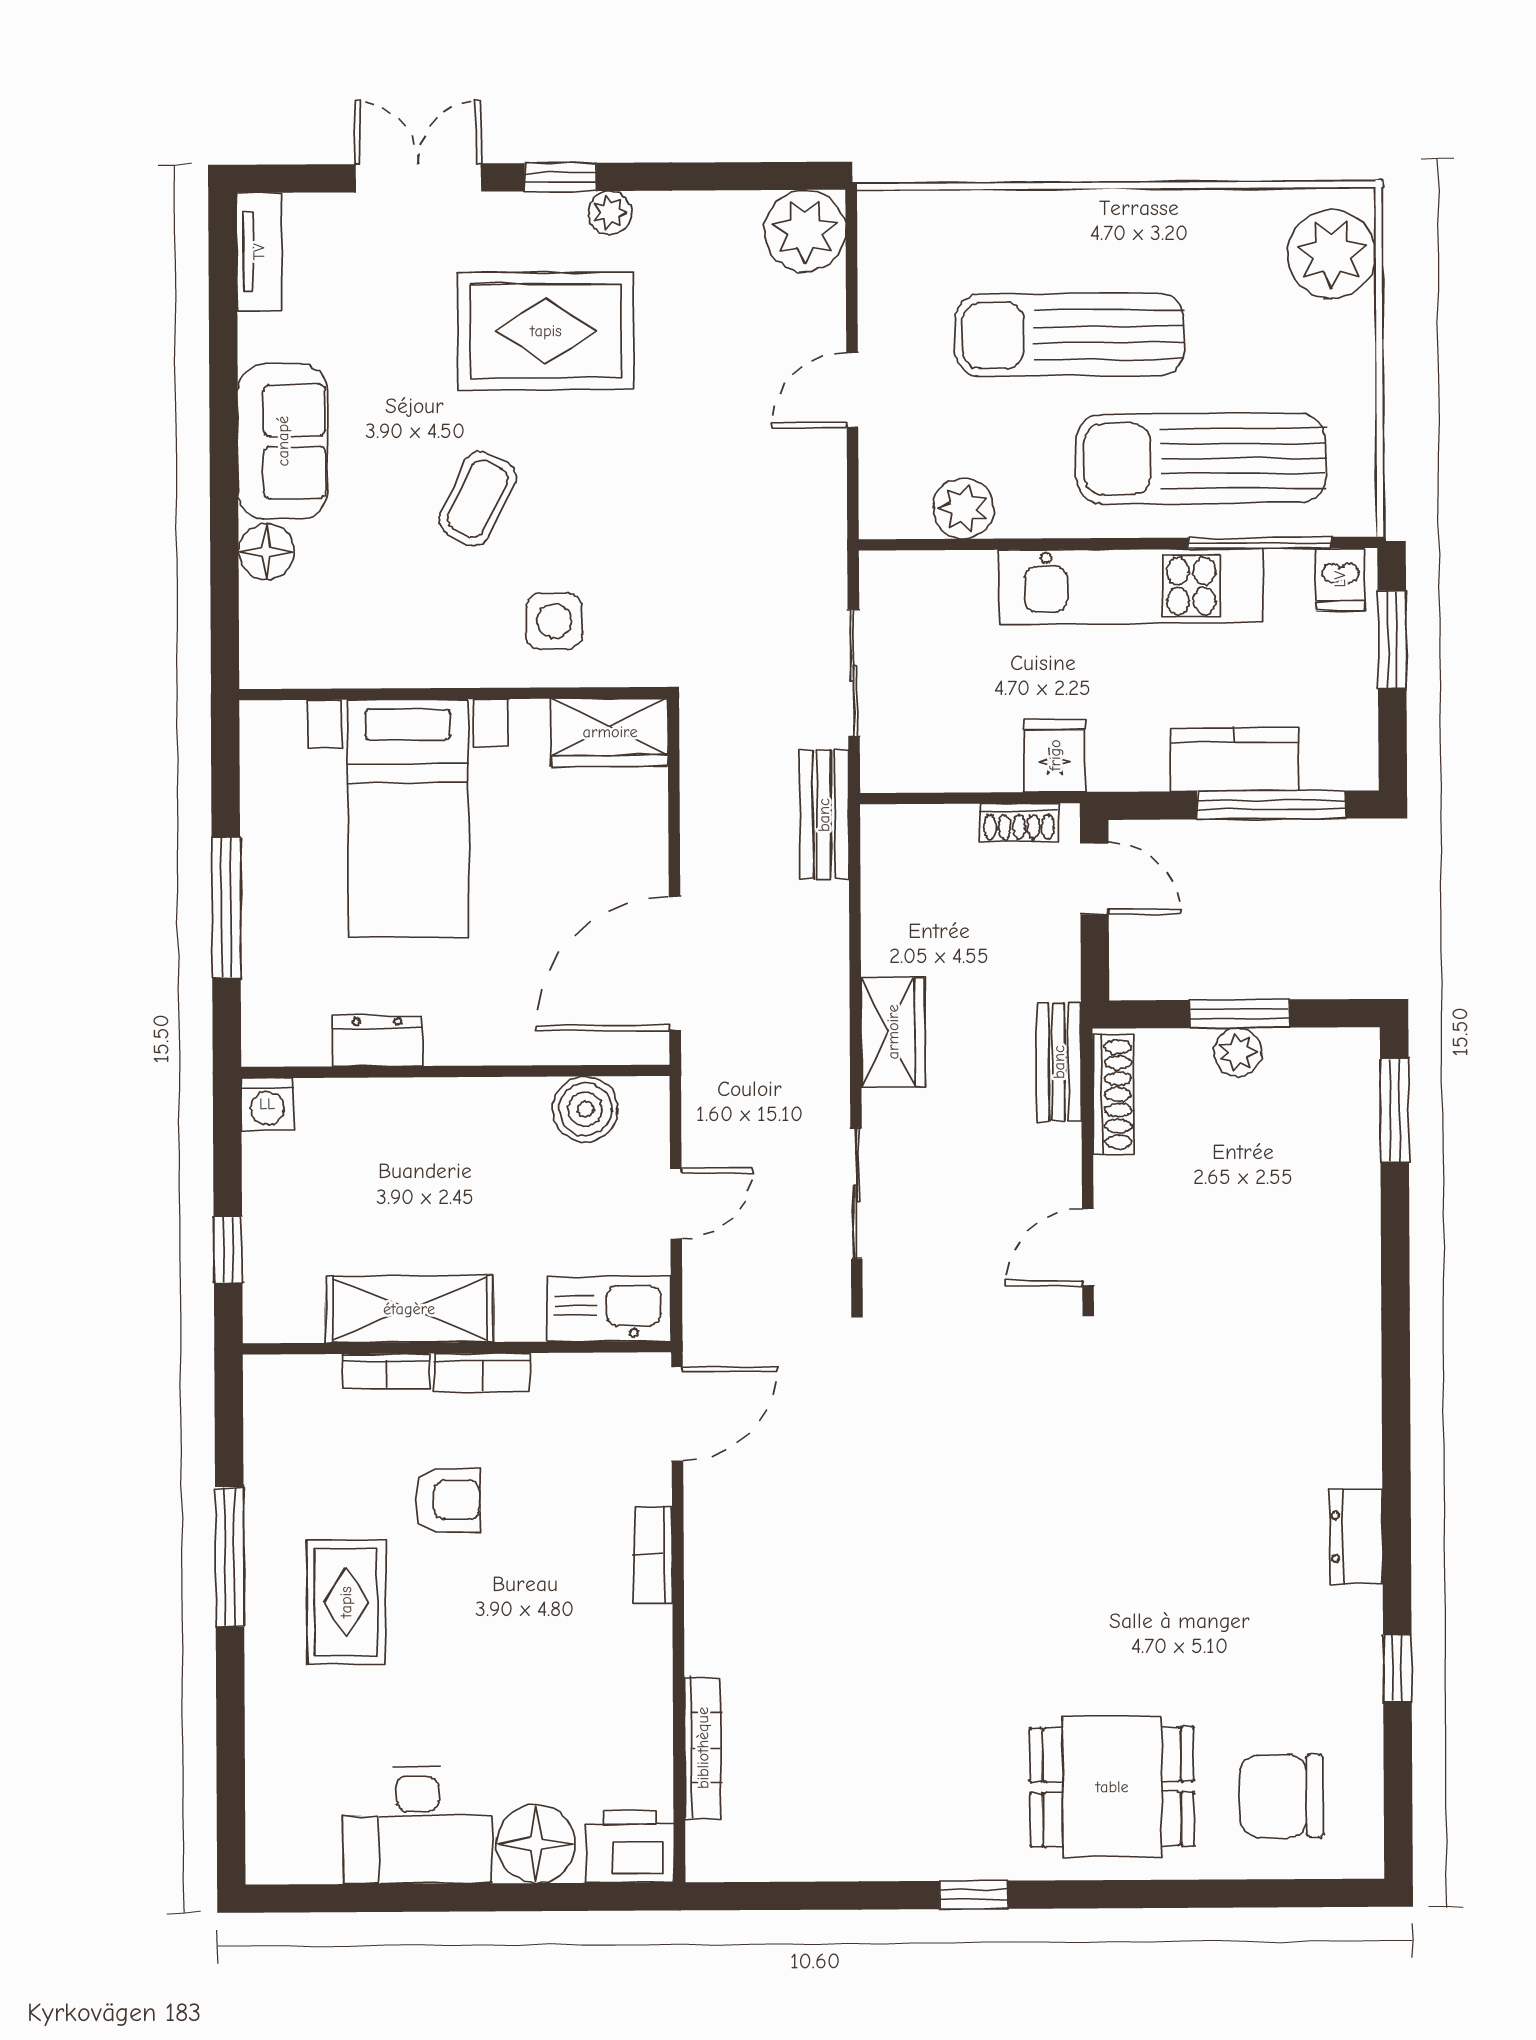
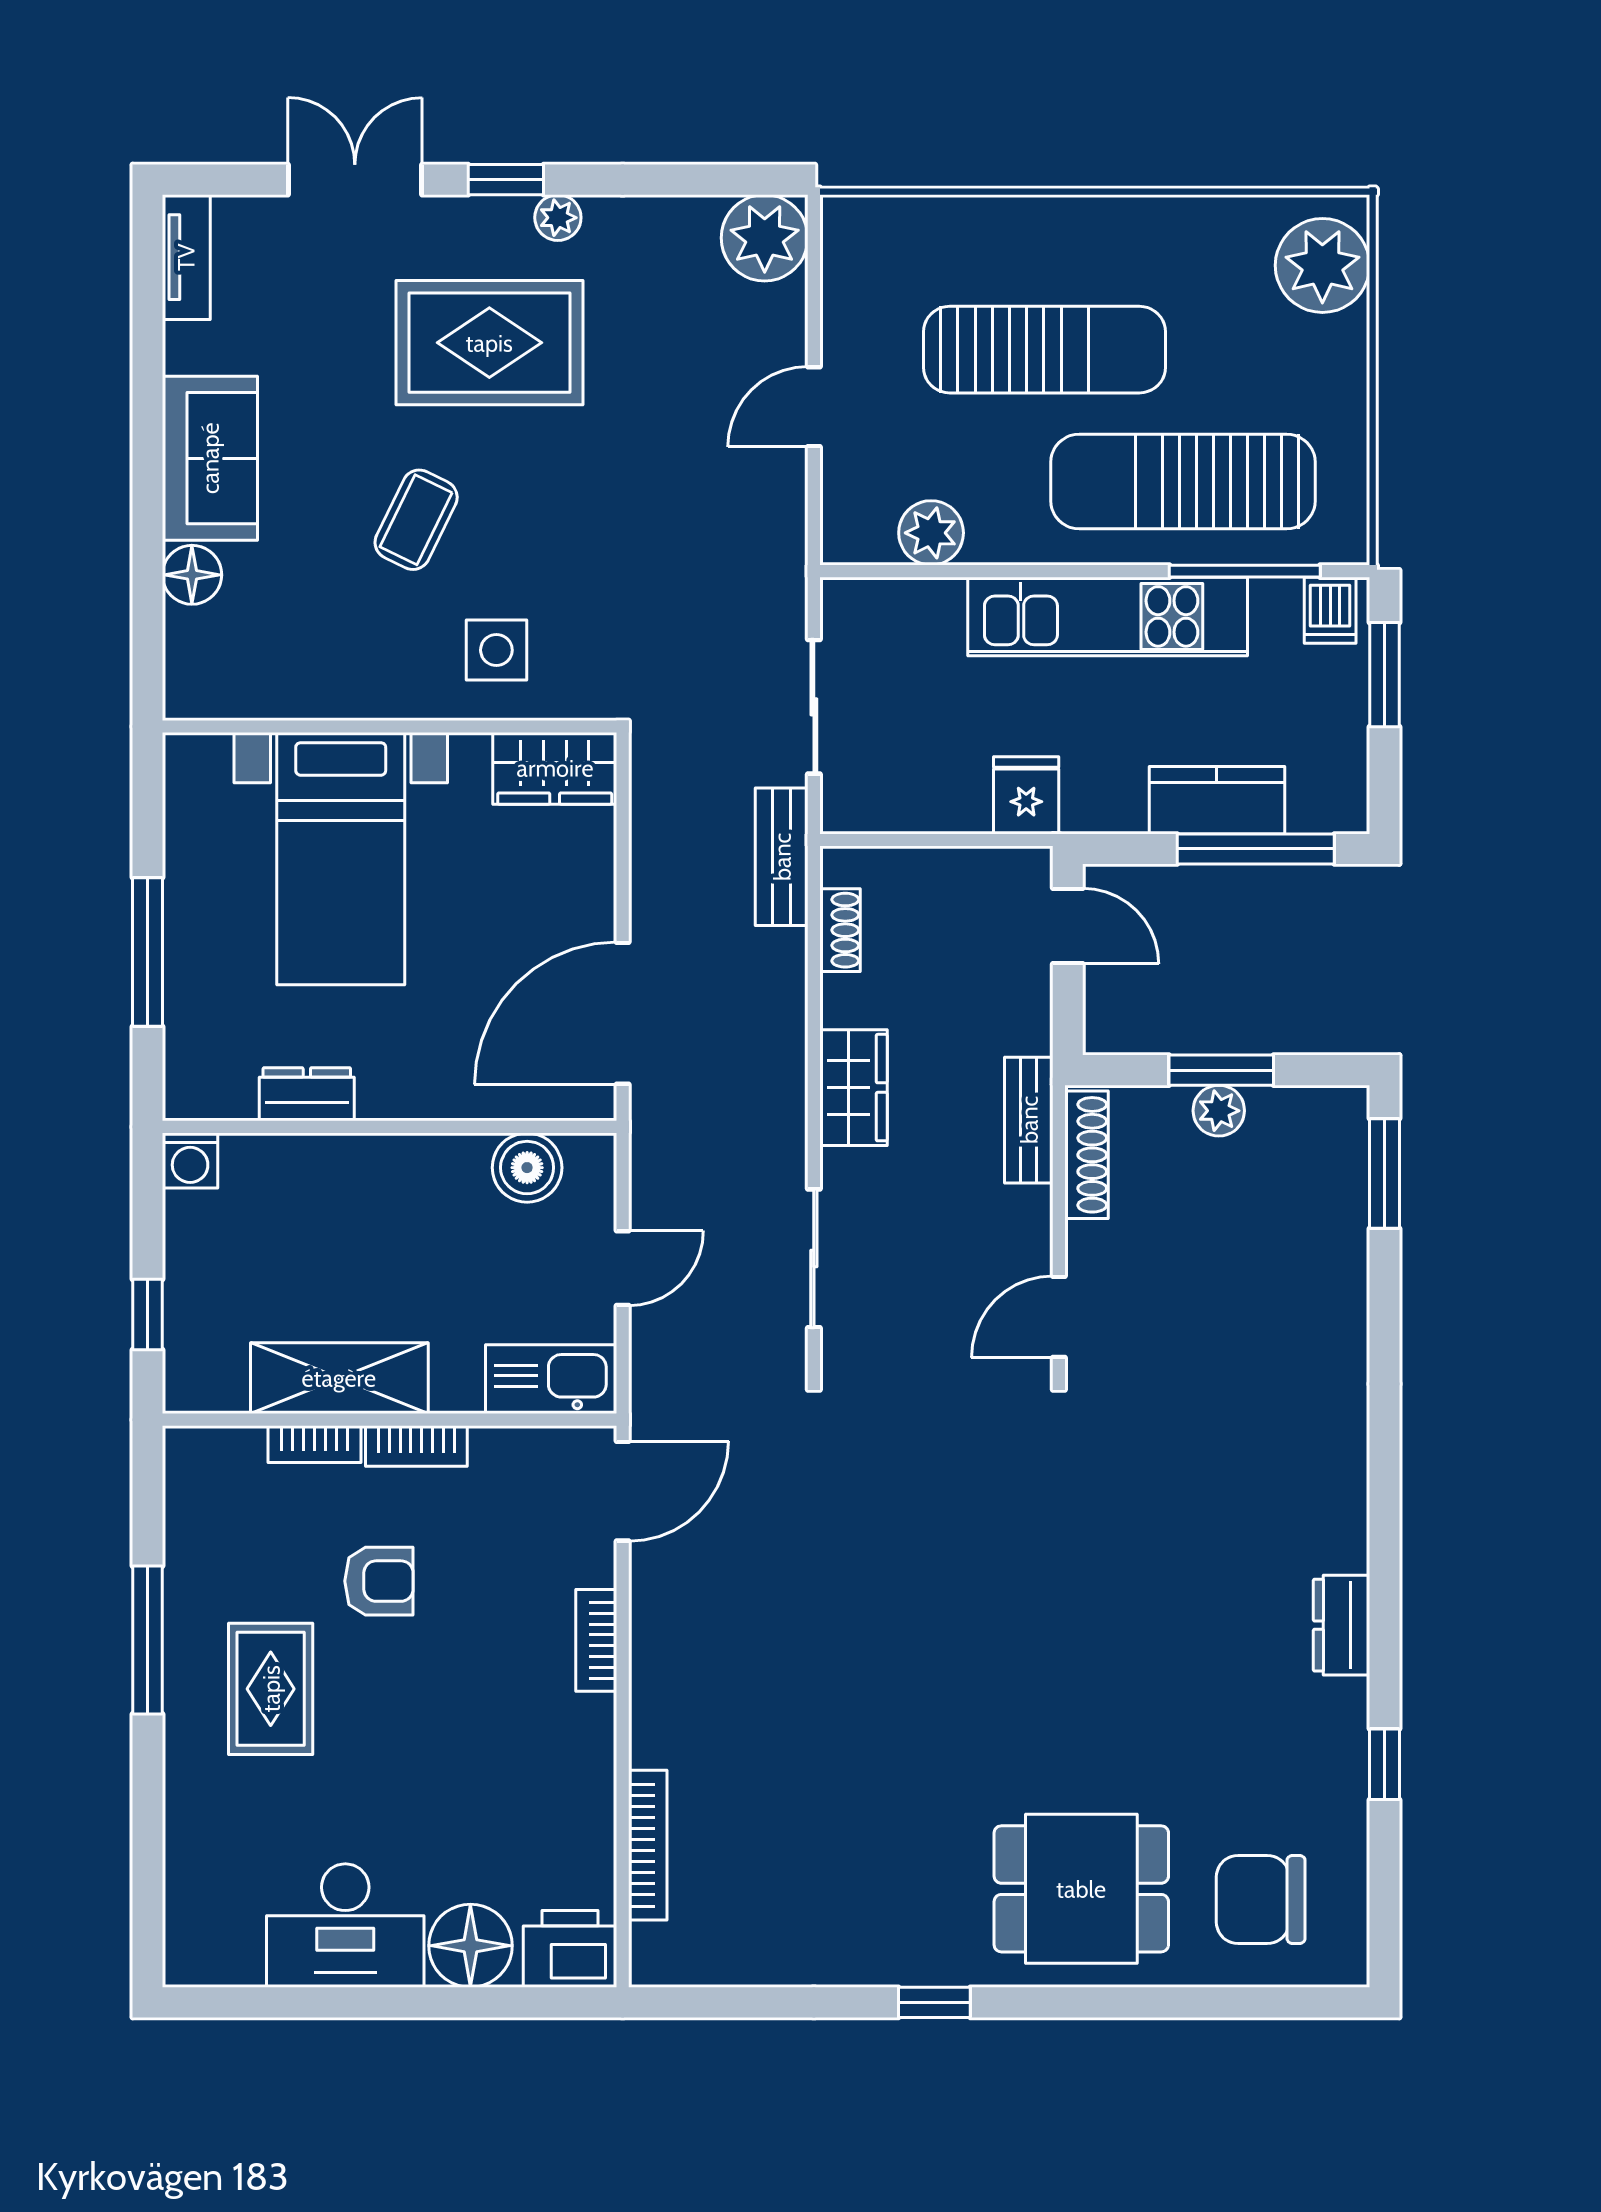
sun lounger: (1070, 335) -> (1044, 350), turned 180
shoe rack: (1019, 823) -> (840, 930), moved, turned -90

